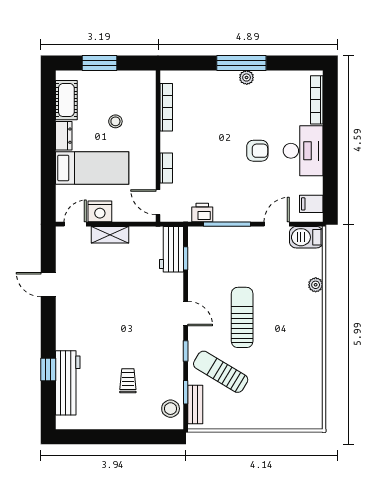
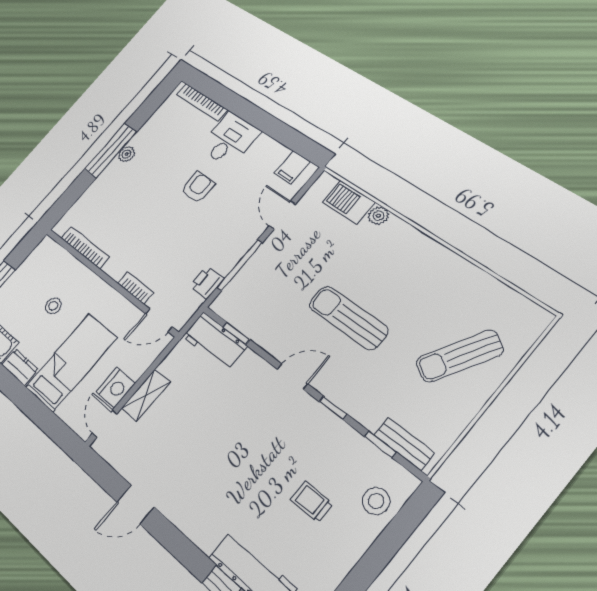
desk: (303, 151) -> (229, 139), width x0.73
barbecue: (306, 237) -> (348, 202), moved, turned 90
sun lounger: (221, 372) -> (460, 356), moved
stool: (171, 409) -> (376, 501), moved

